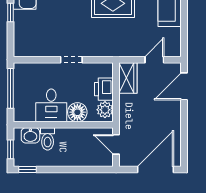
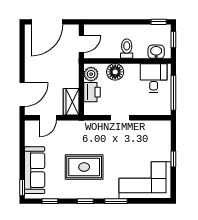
desk: (51, 105) -> (154, 78), moved
toilet: (48, 139) -> (127, 49), moved
door: (116, 144) -> (81, 44), hinge flipped

